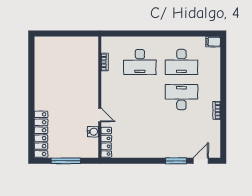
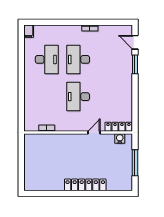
desk: (140, 62) -> (78, 97), moved, turned 180
water cooler: (93, 132) -> (120, 139), moved
locker: (41, 134) -> (85, 185), moved

